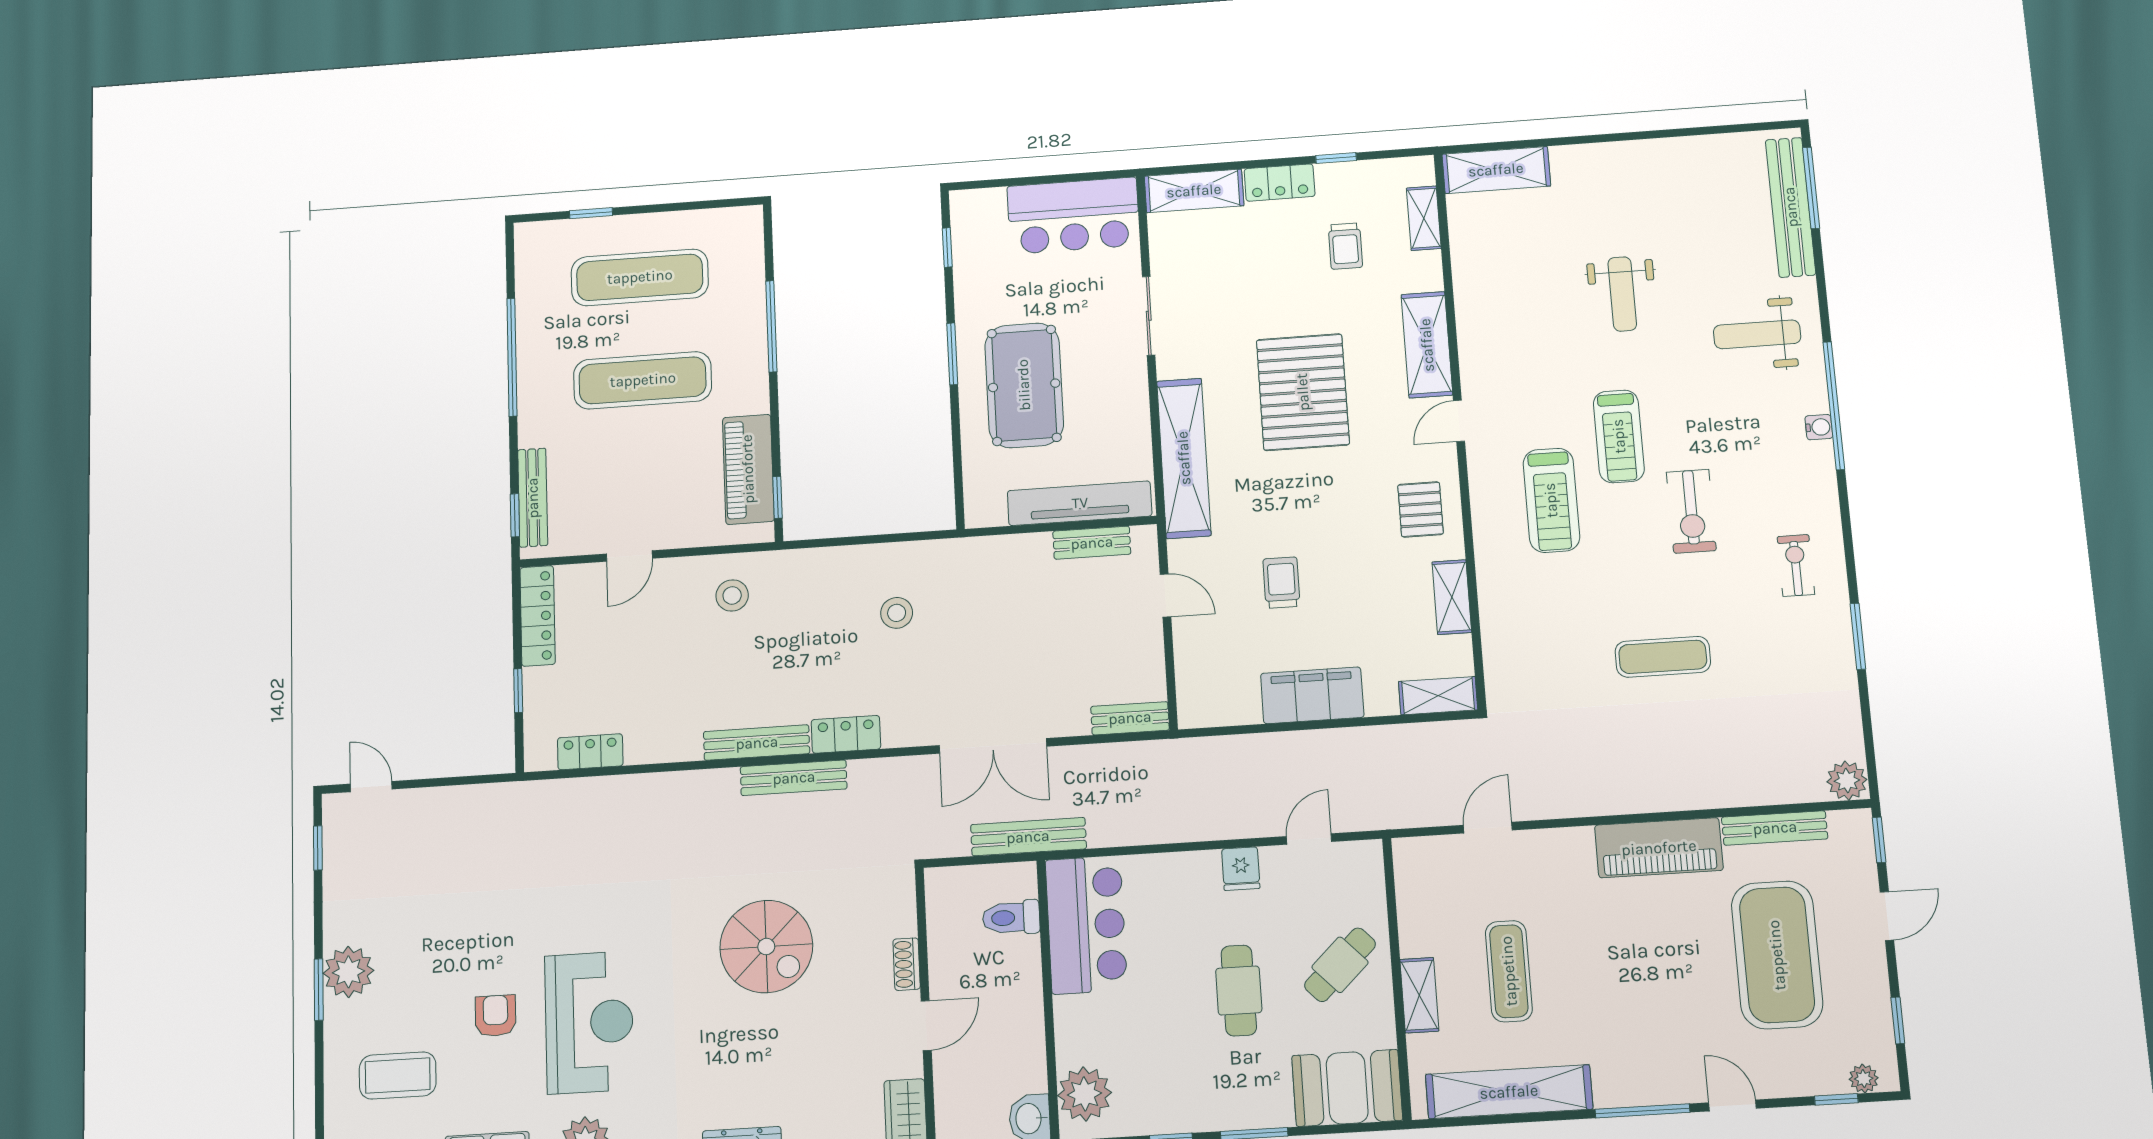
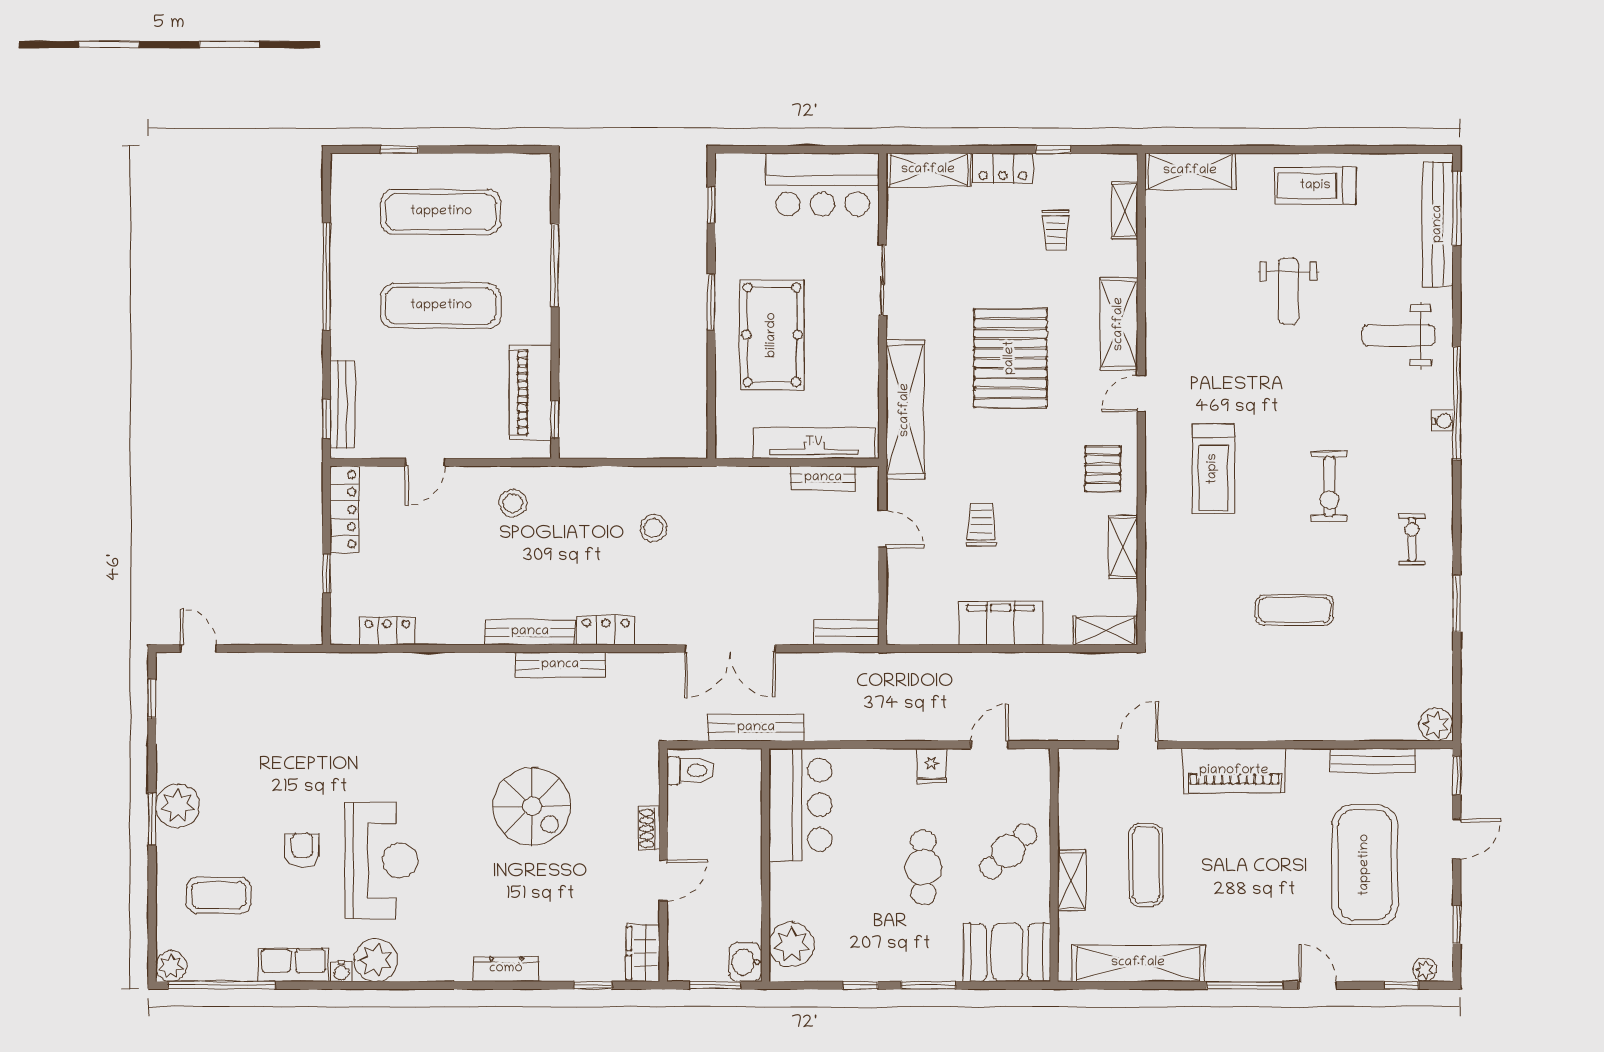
treadmill: (1619, 436) -> (1315, 186), moved, turned 90
piano: (1659, 848) -> (1234, 771), moved
toilet: (1011, 918) -> (690, 771), moved, turned 180

